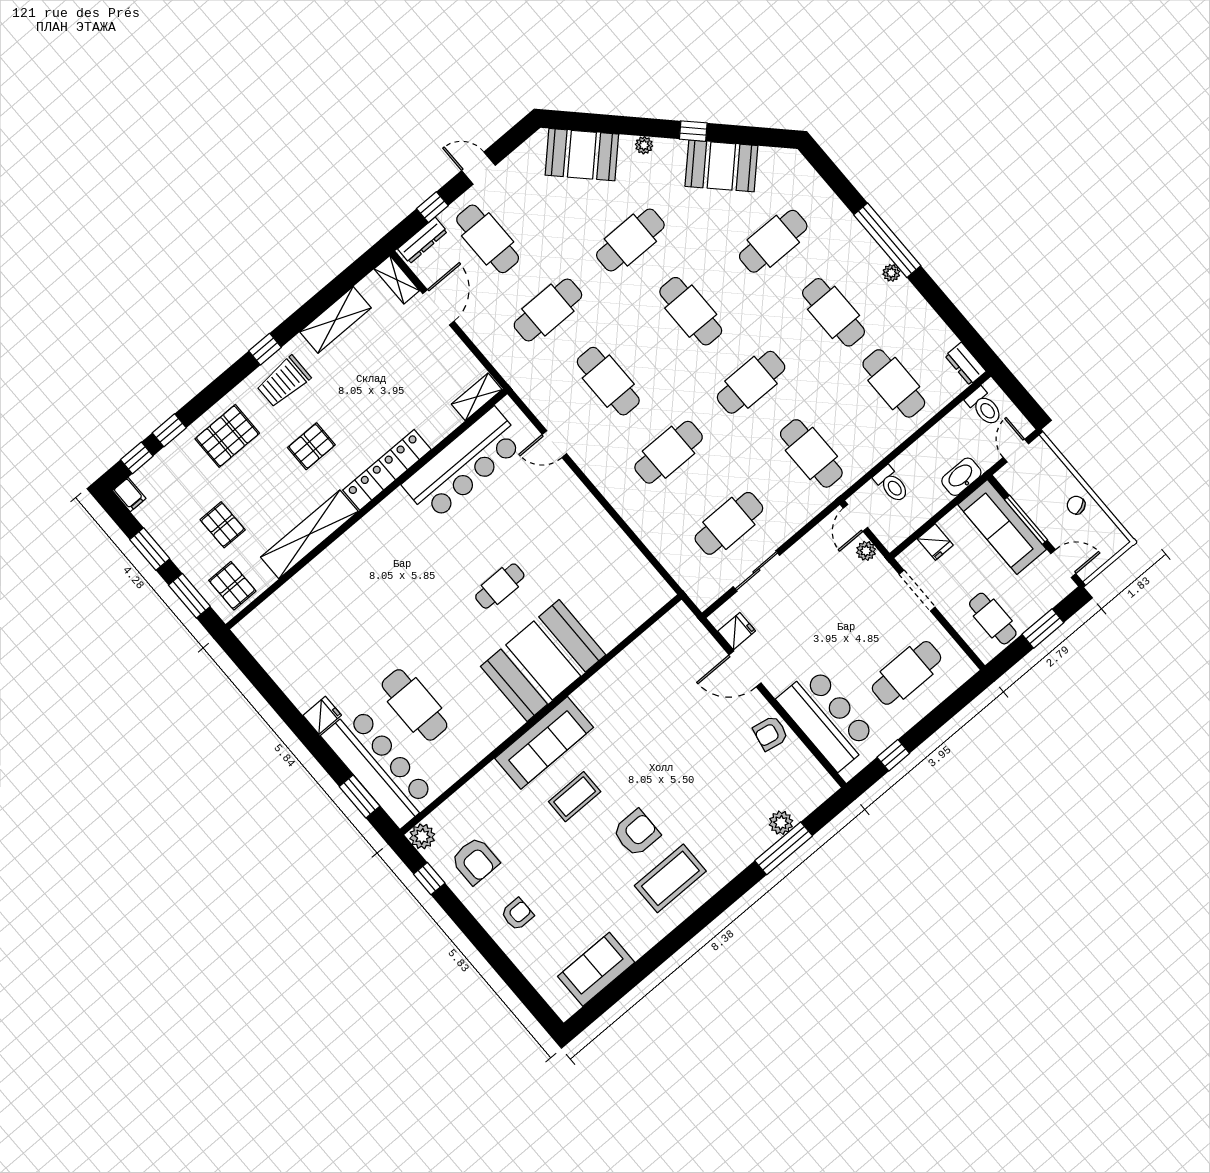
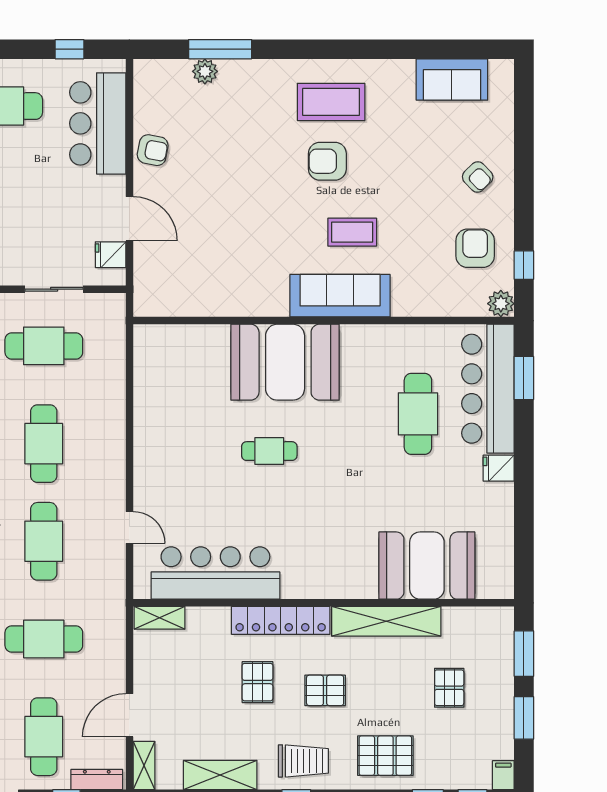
cafe table: (669, 452) -> (44, 444), turned 90
pallet: (232, 586) -> (257, 682), moved
booth: (314, 600) -> (427, 566), added
armchair: (517, 914) -> (478, 177), turned -134

